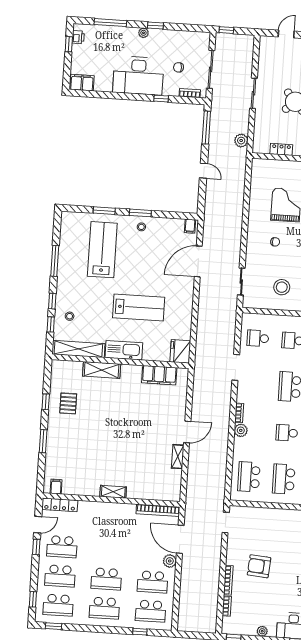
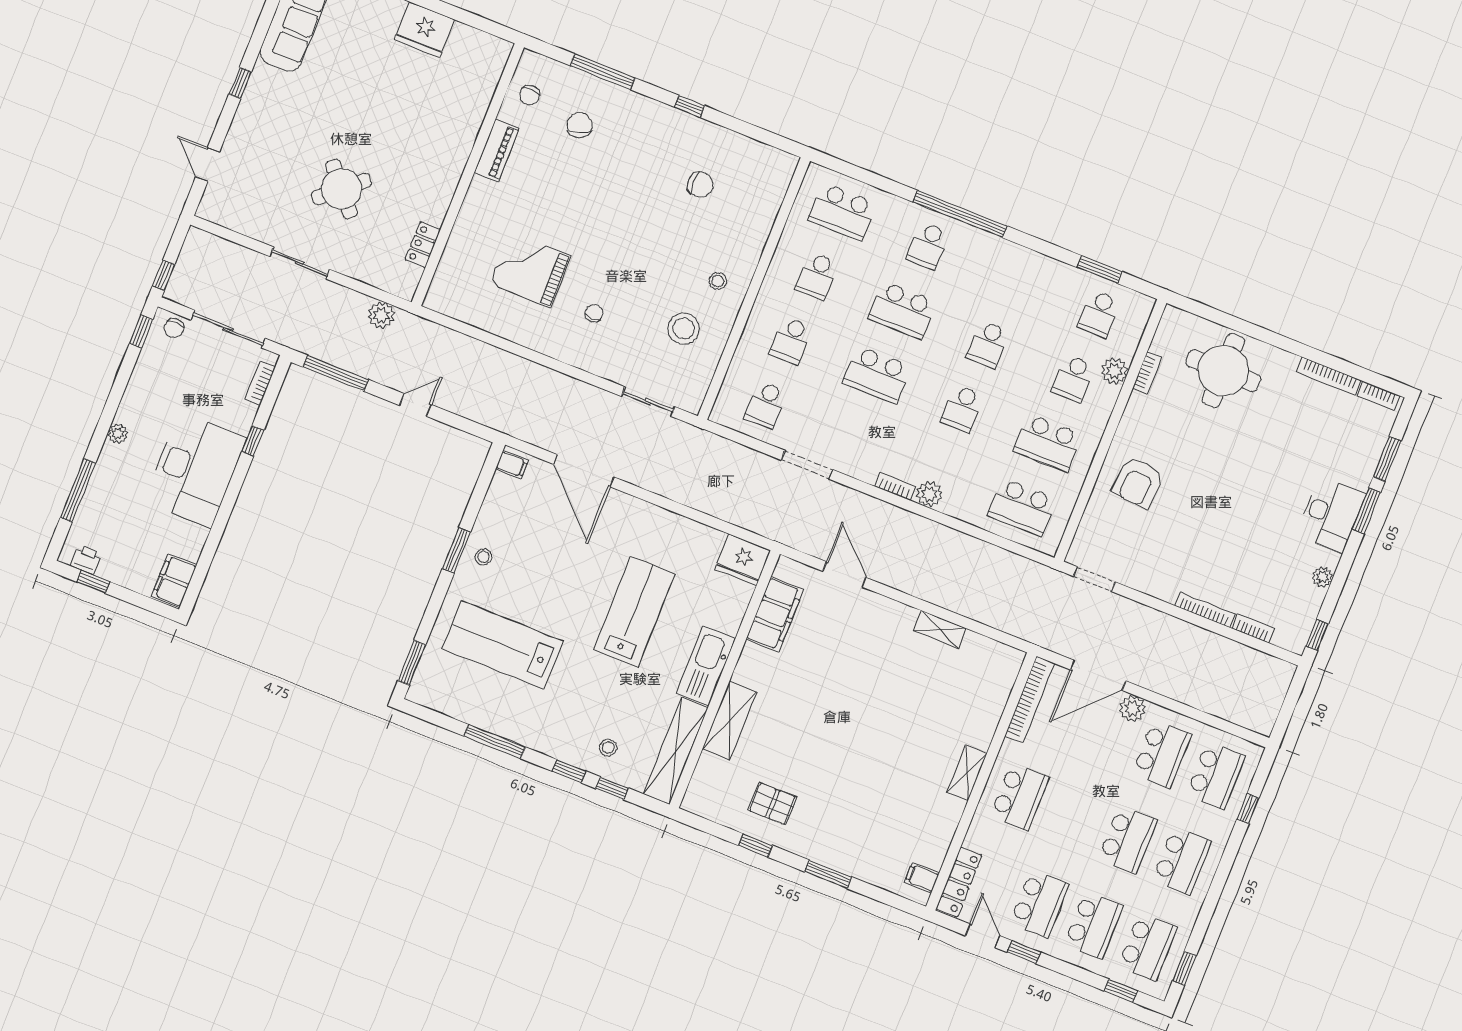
window: (155, 26) -> (141, 331), moved
chair: (178, 67) -> (174, 328), moved
window: (104, 211) -> (412, 663), moved
door: (187, 432) -> (844, 574), moved
school desk: (110, 520) -> (1019, 797), added
armchair: (259, 566) -> (1138, 482), moved

